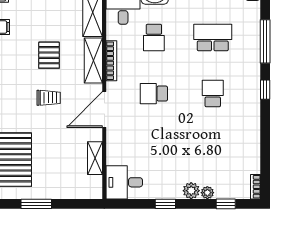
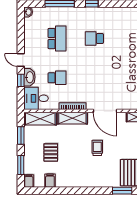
school desk: (213, 38) -> (57, 39), turned 180
pallet: (49, 55) -> (51, 152), moved, turned 90
school desk: (154, 94) -> (94, 78), removed

